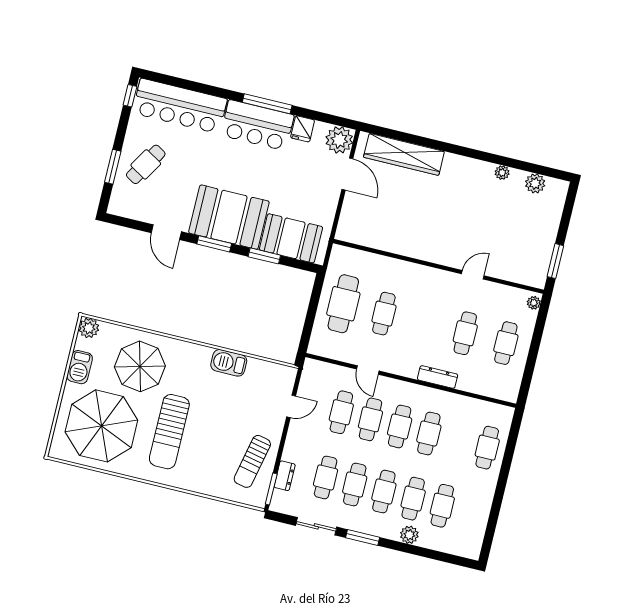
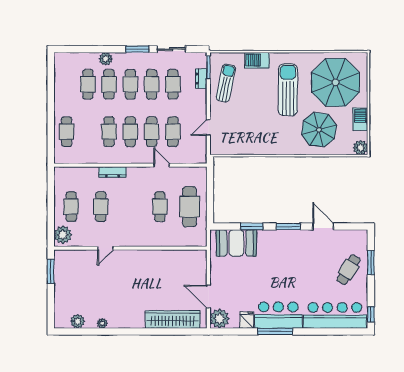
booth: (229, 217) -> (283, 247), removed
plant: (534, 303) -> (63, 235), width x1.87, depth x1.87
barbecue: (229, 363) -> (257, 60), moved, turned 180

